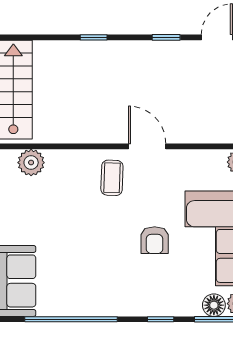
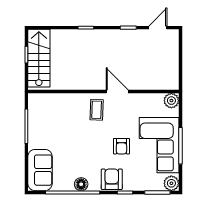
plant: (31, 163) -> (49, 101), removed
armchair: (138, 297) -> (112, 179), added
floor lamp: (214, 305) -> (81, 184), moved

